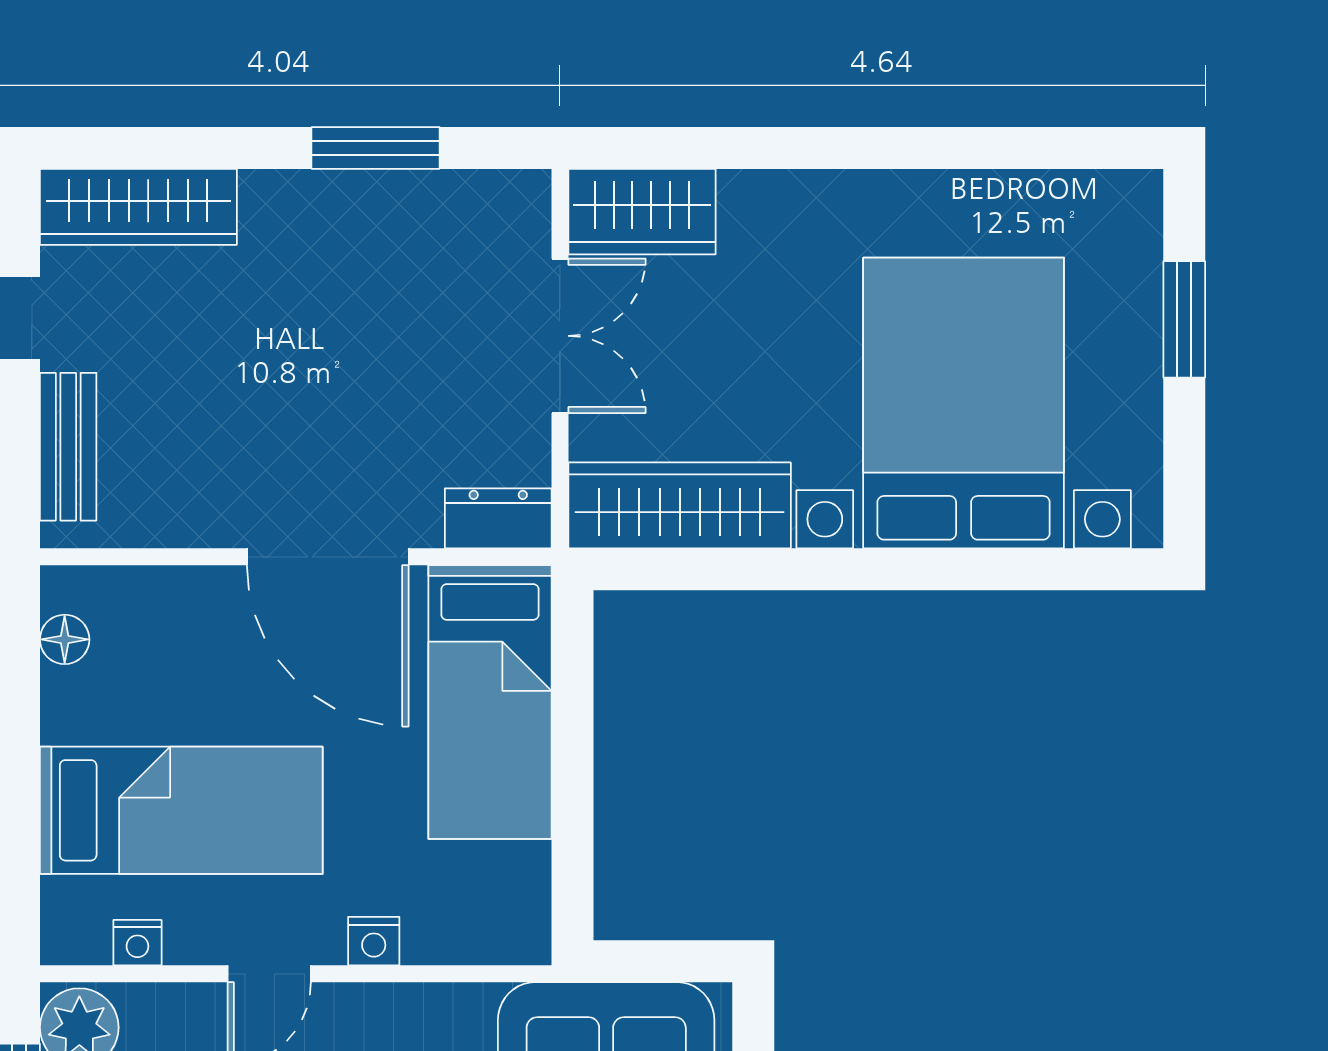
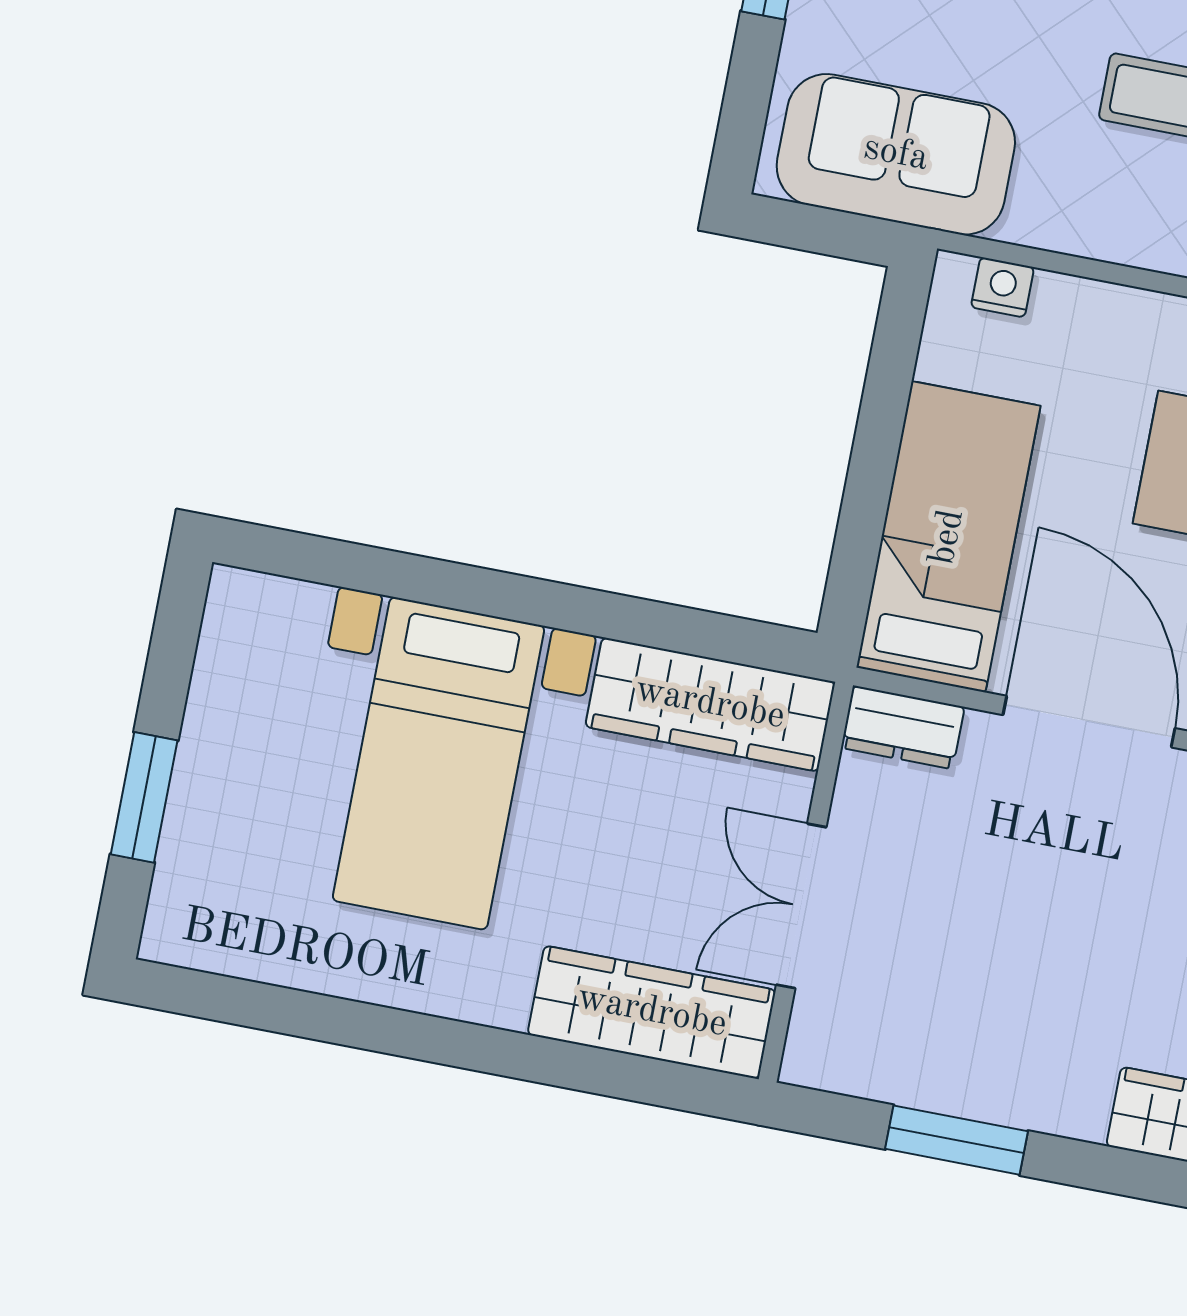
wardrobe: (642, 212) -> (652, 1012), width x1.50
bed with nightstands: (964, 403) -> (438, 763), width x0.73
nightstand: (374, 941) -> (1002, 287), moved

